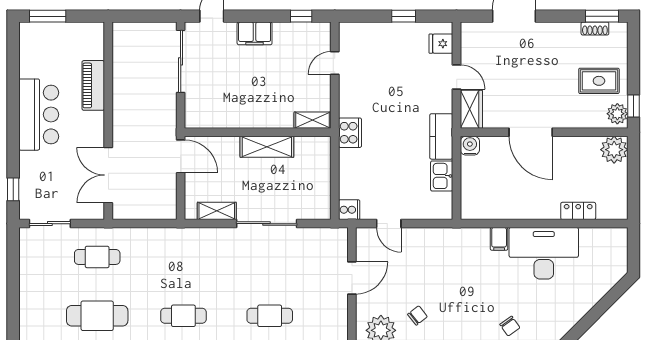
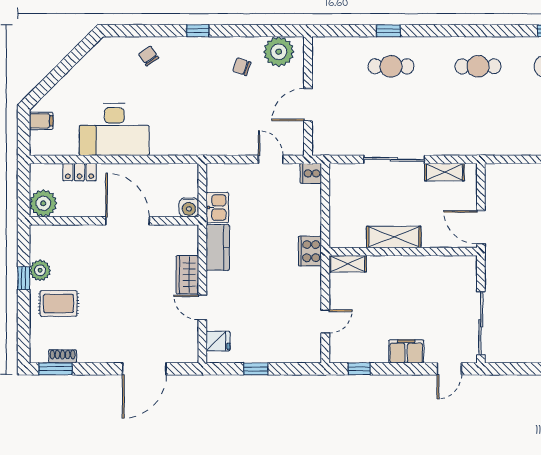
door: (531, 132) -> (128, 221), moved
wall: (544, 132) -> (114, 221), moved
water cooler: (470, 146) -> (189, 207), moved
plant: (614, 150) -> (43, 203), moved
filing cabinet: (499, 239) -> (41, 121), moved, turned 90
chair: (417, 315) -> (242, 67), turned 57

